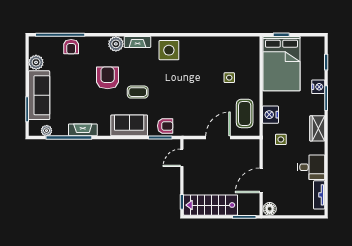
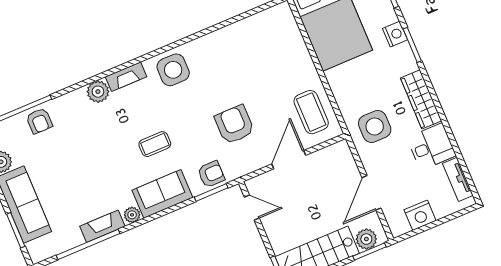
armchair: (108, 78) -> (234, 125), moved
side table: (229, 78) -> (270, 73), removed
nightstand: (270, 115) -> (420, 215), moved, turned -90
wardrobe: (317, 128) -> (421, 99), width x1.50
plant: (47, 131) -> (132, 215), moved
side table: (281, 139) -> (375, 126), width x1.87, depth x1.87
door: (182, 158) -> (252, 208), swing flipped
plant: (246, 208) -> (366, 239), added
floor lamp: (270, 209) -> (399, 226), removed

